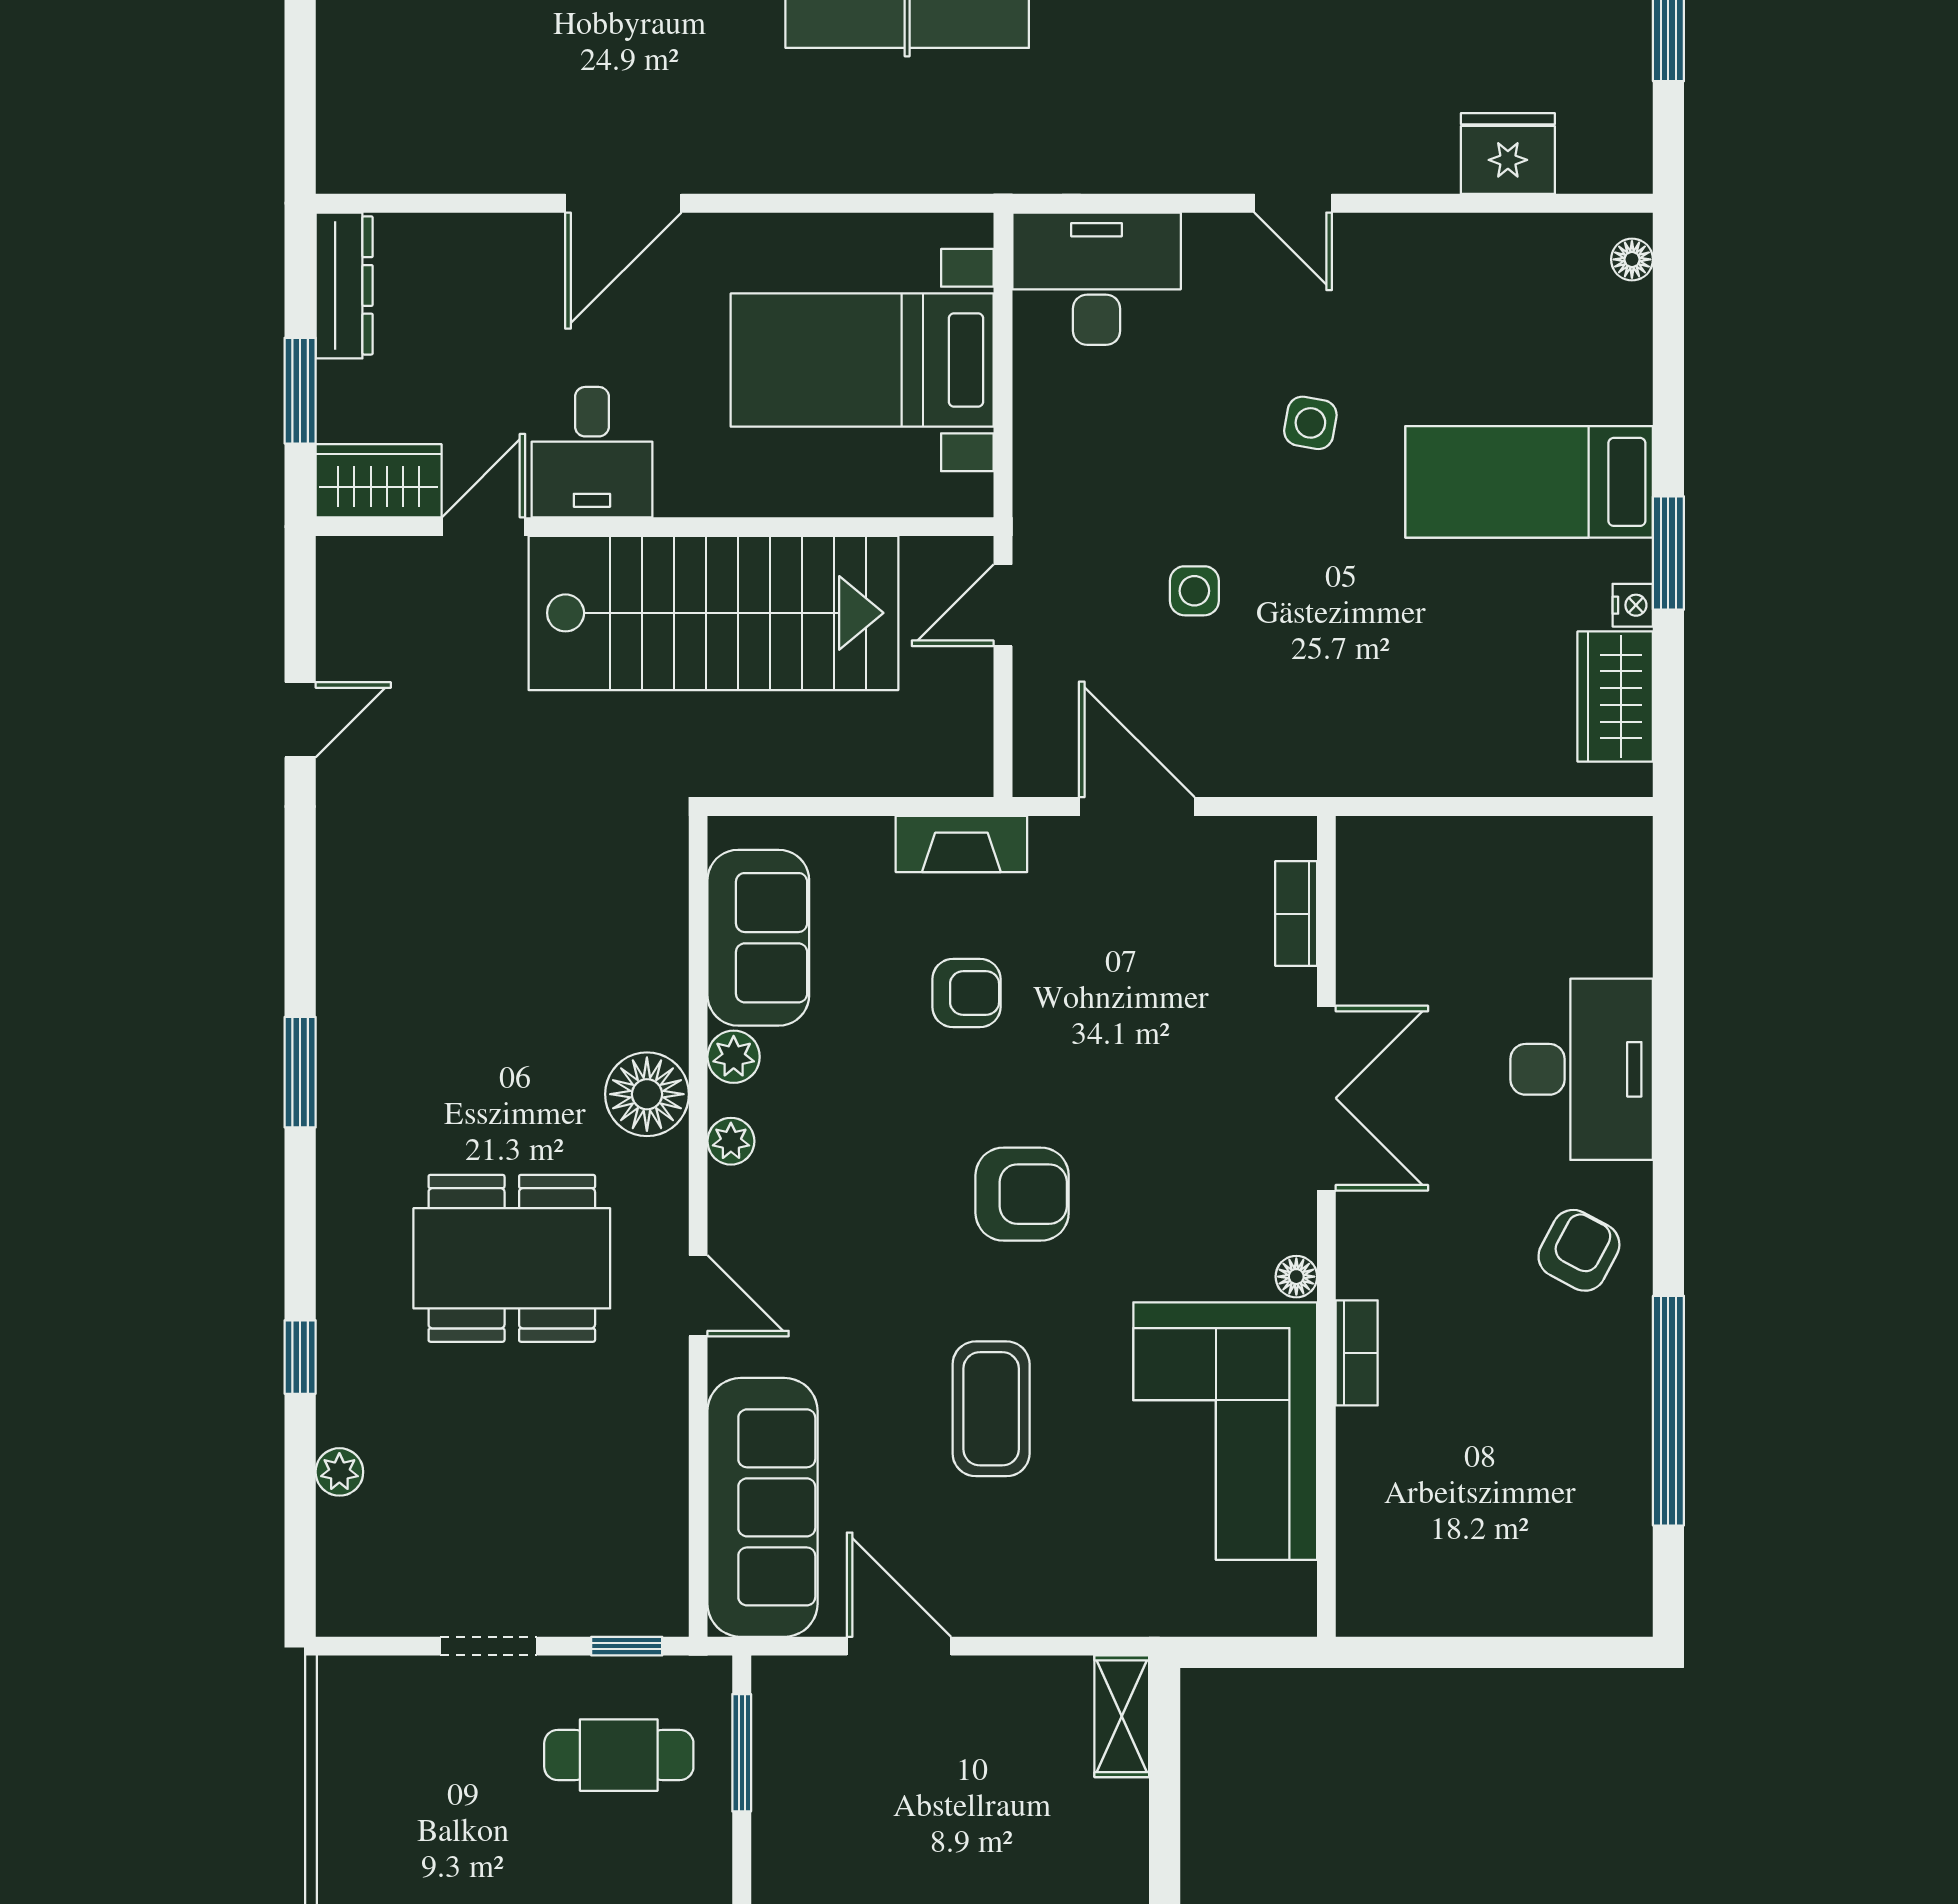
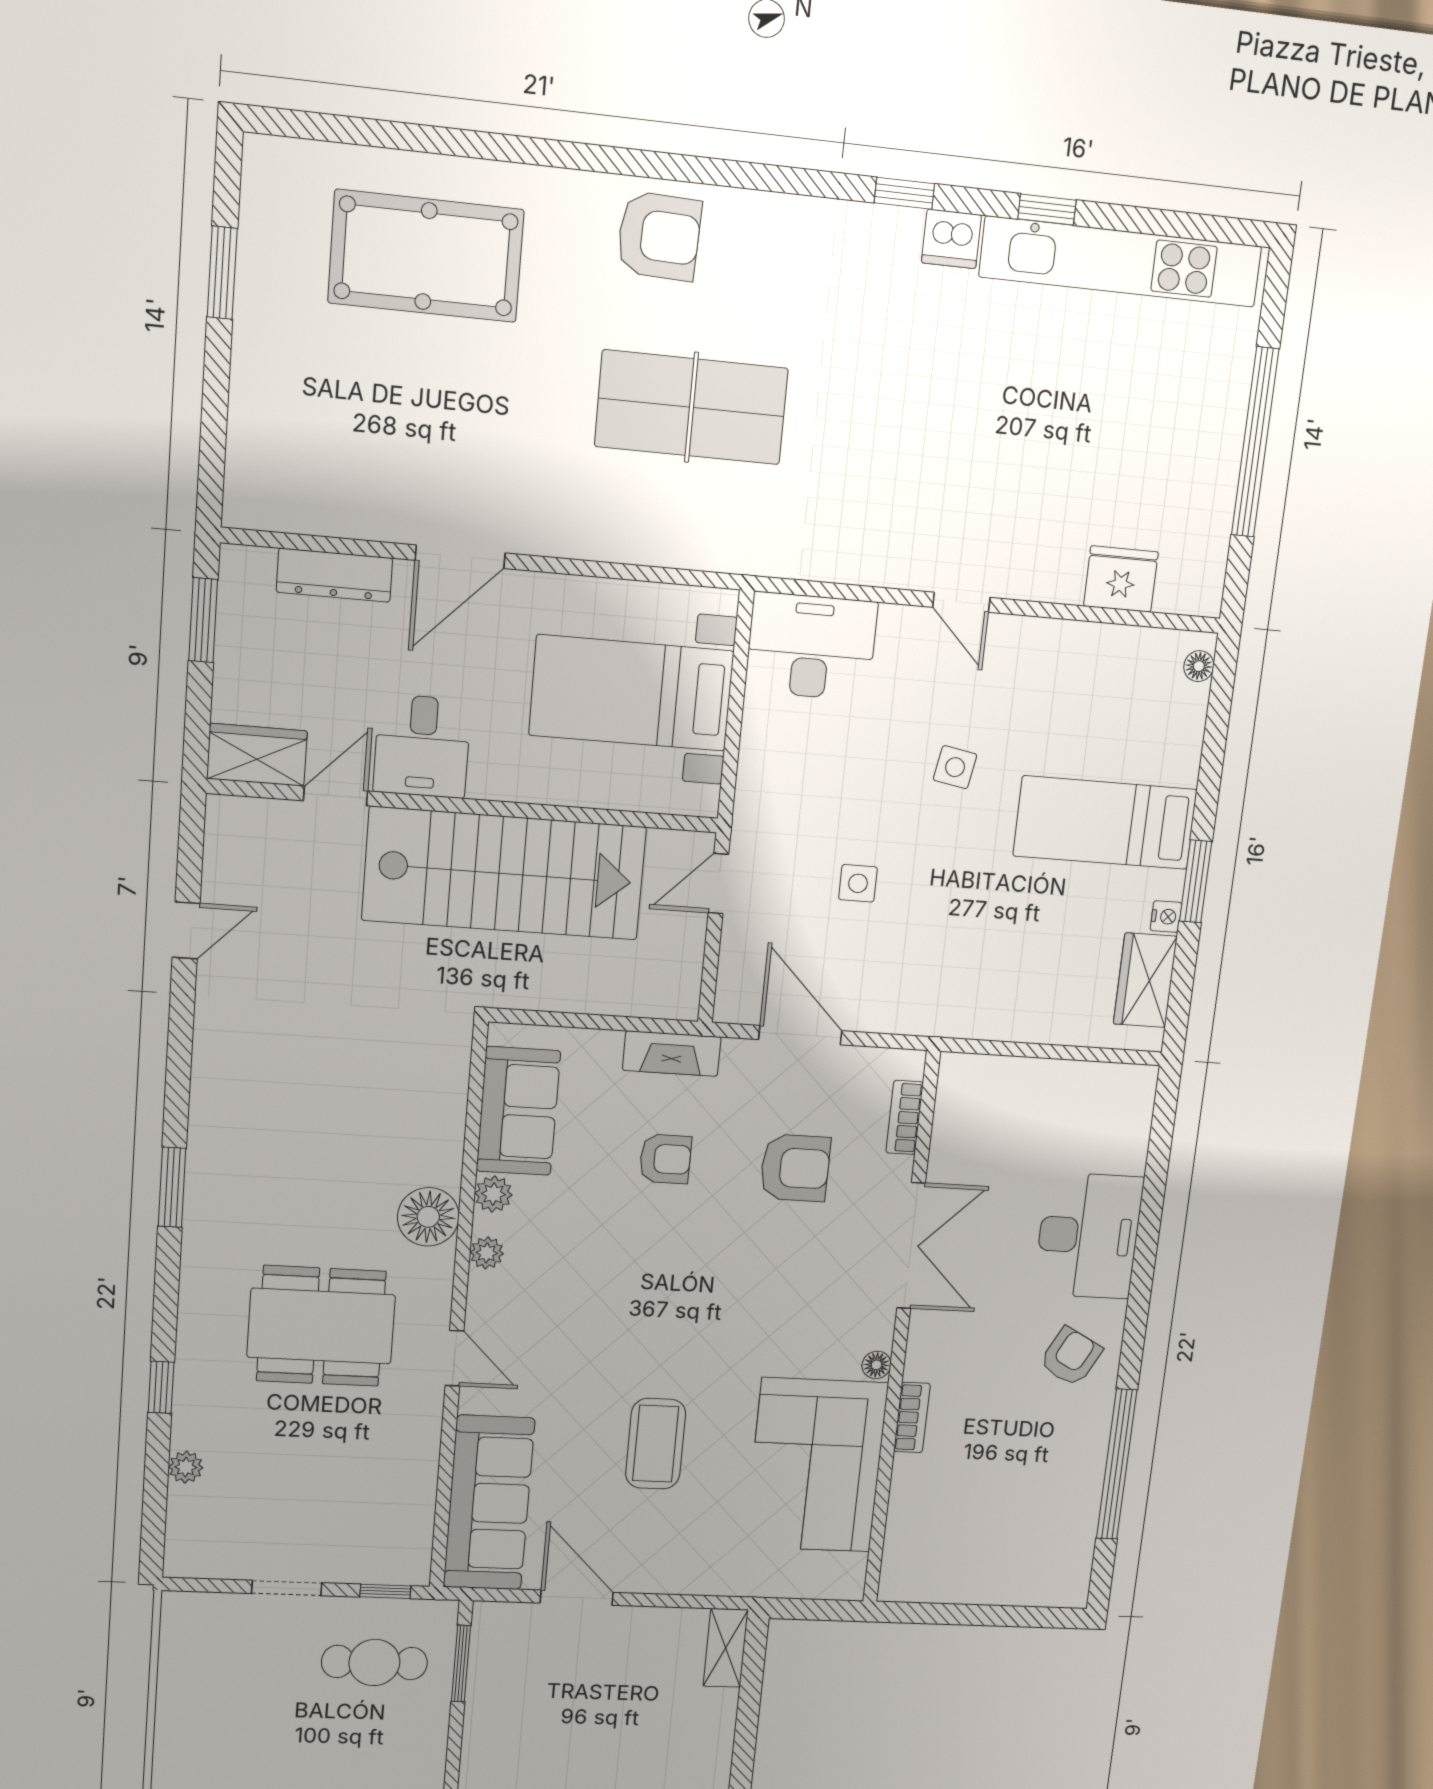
dresser: (344, 285) -> (335, 575), moved, turned 90
window: (300, 391) -> (203, 620), moved
armchair: (1022, 1194) -> (795, 1168), moved

